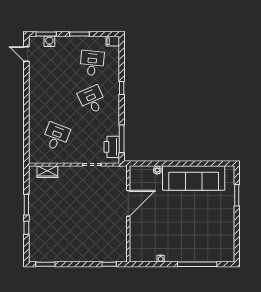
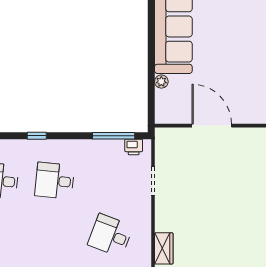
desk: (92, 100) -> (55, 181), turned 30
printer: (112, 147) -> (134, 147), width x0.53, depth x0.68

